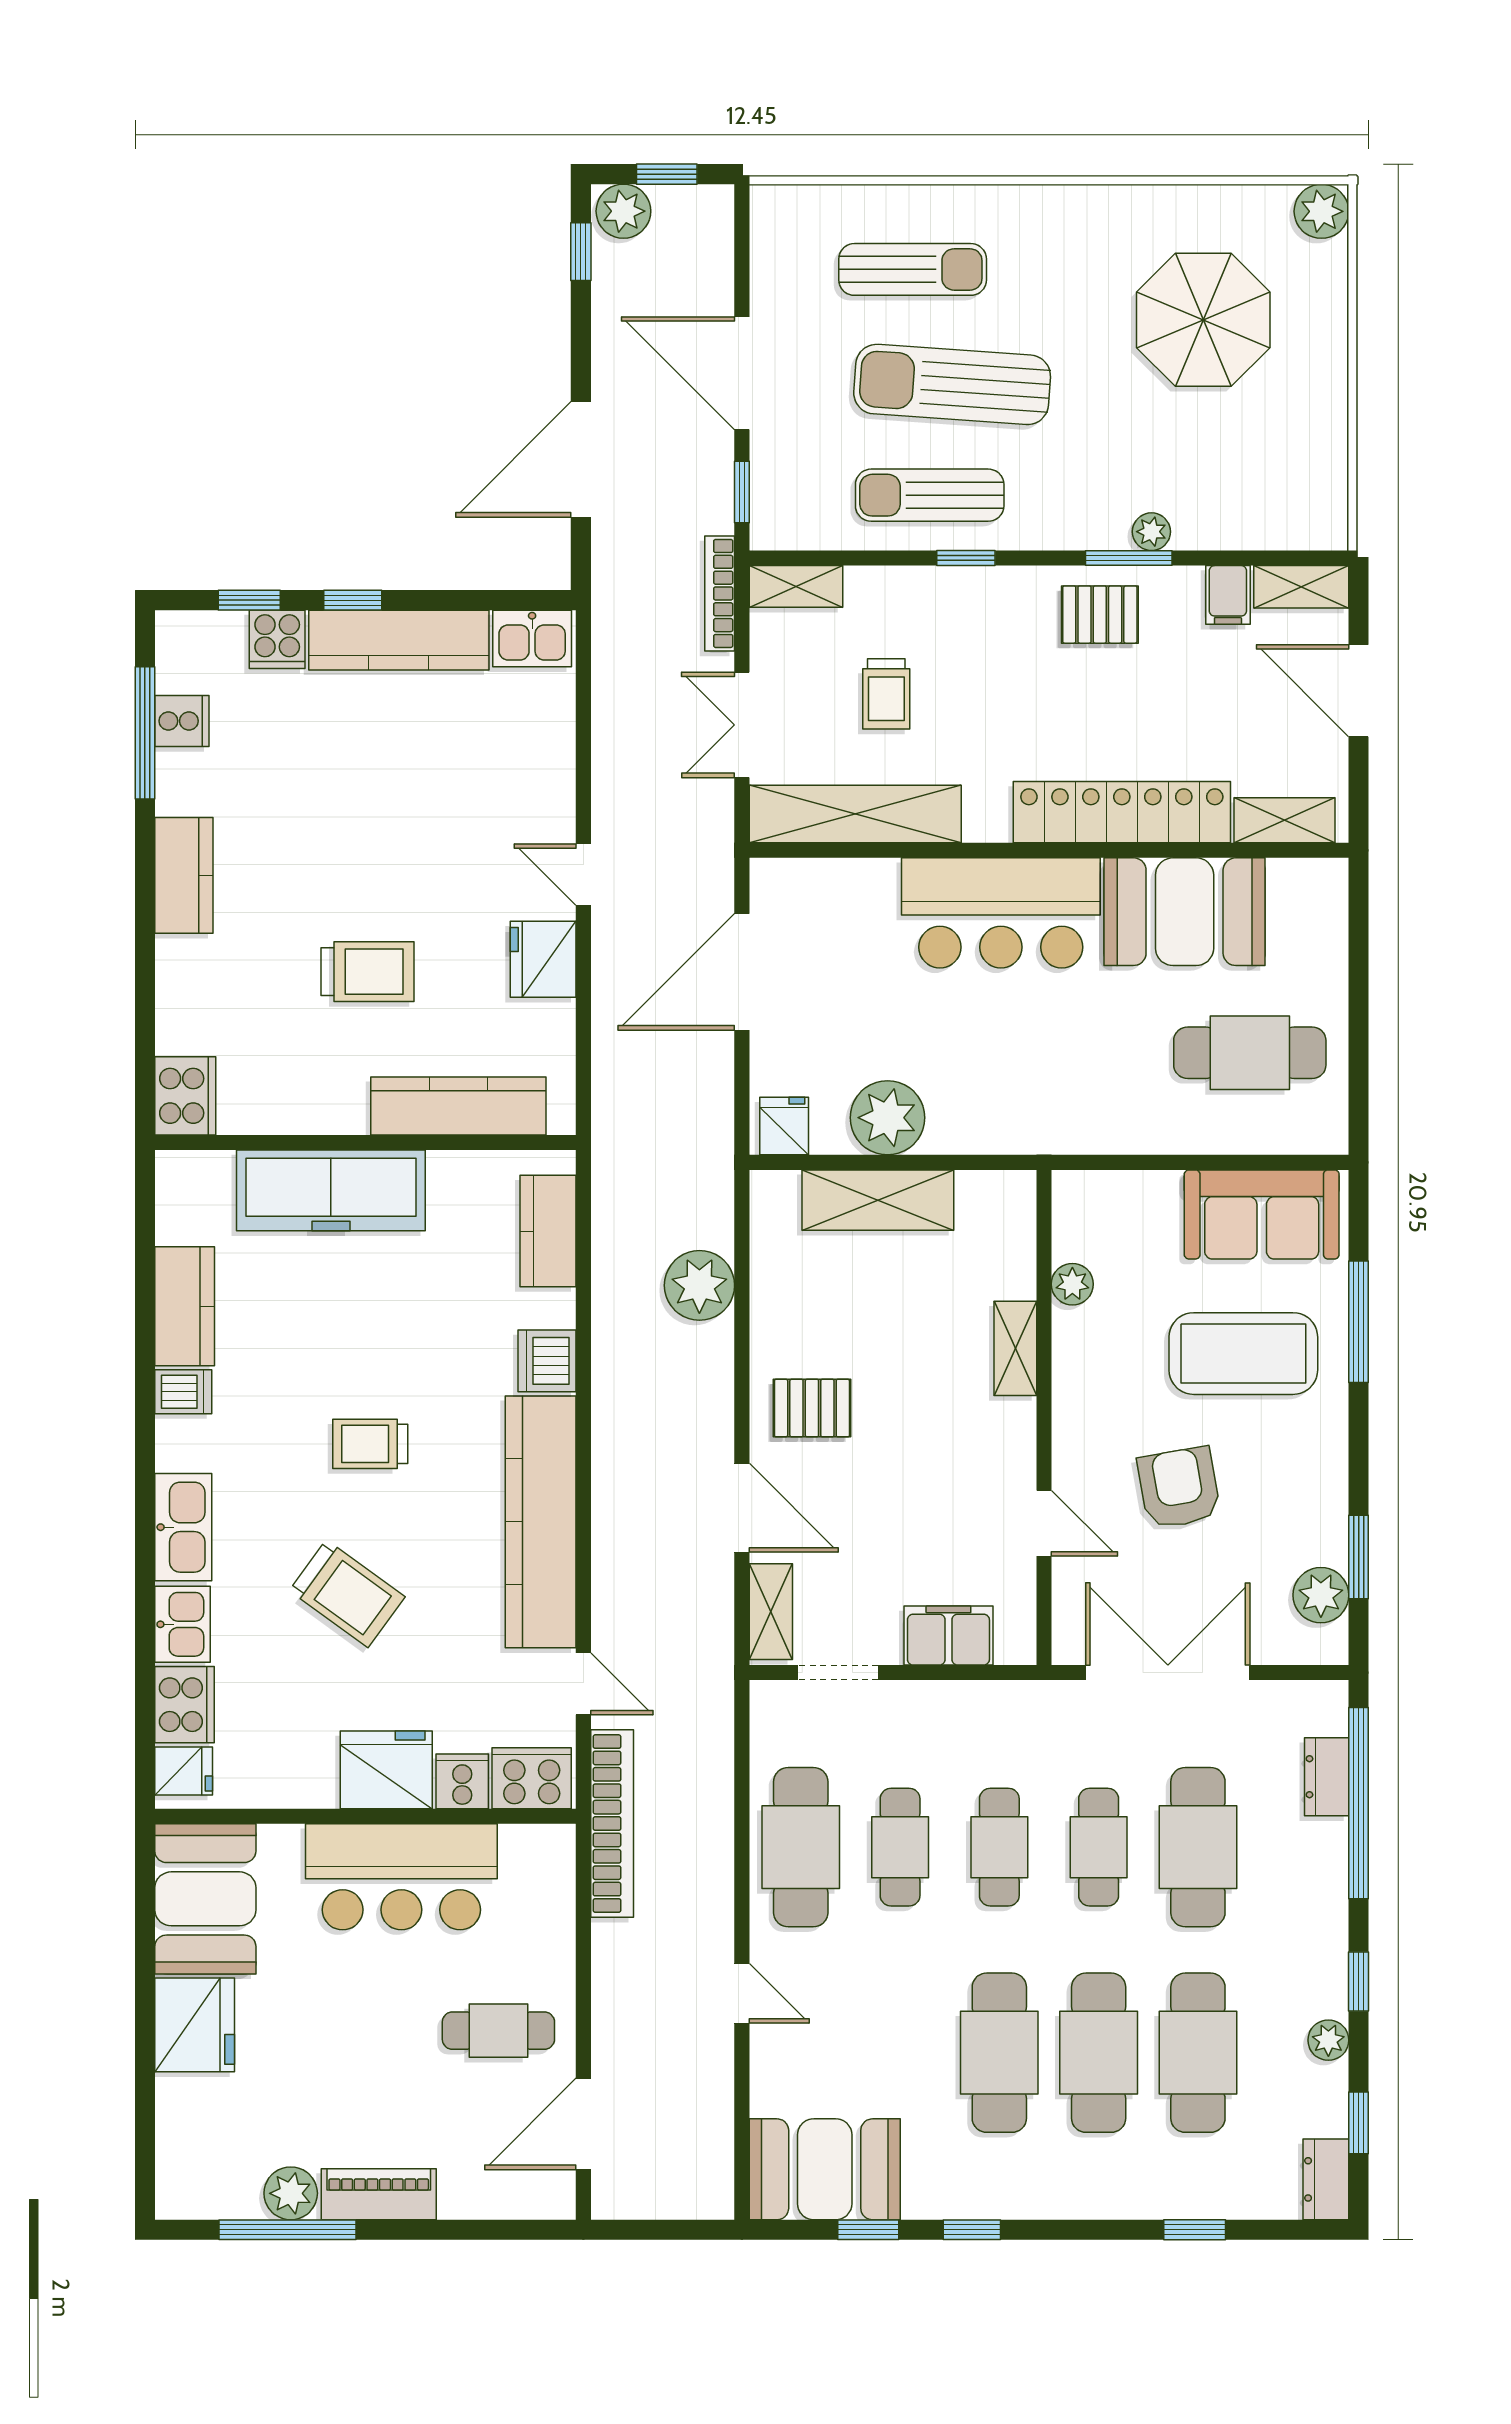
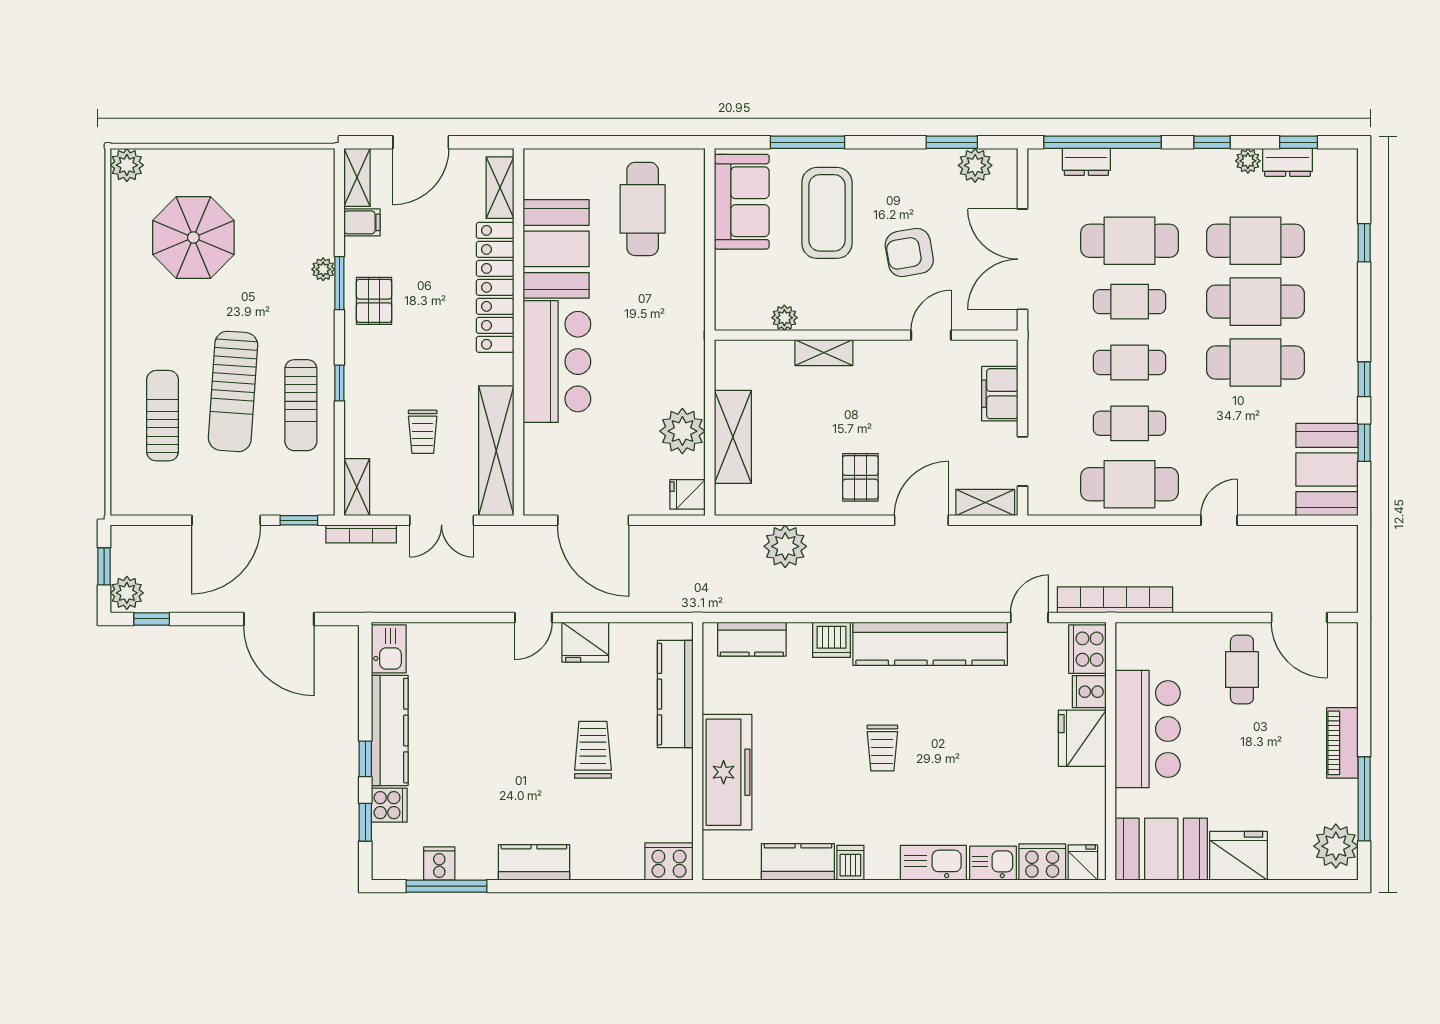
trolley: (886, 694) -> (423, 432), turned 90
trolley: (347, 1594) -> (974, 762), removed
dresser: (1326, 2179) -> (1288, 162), moved
plant: (291, 2193) -> (1336, 846), moved, width x1.36, depth x1.36

